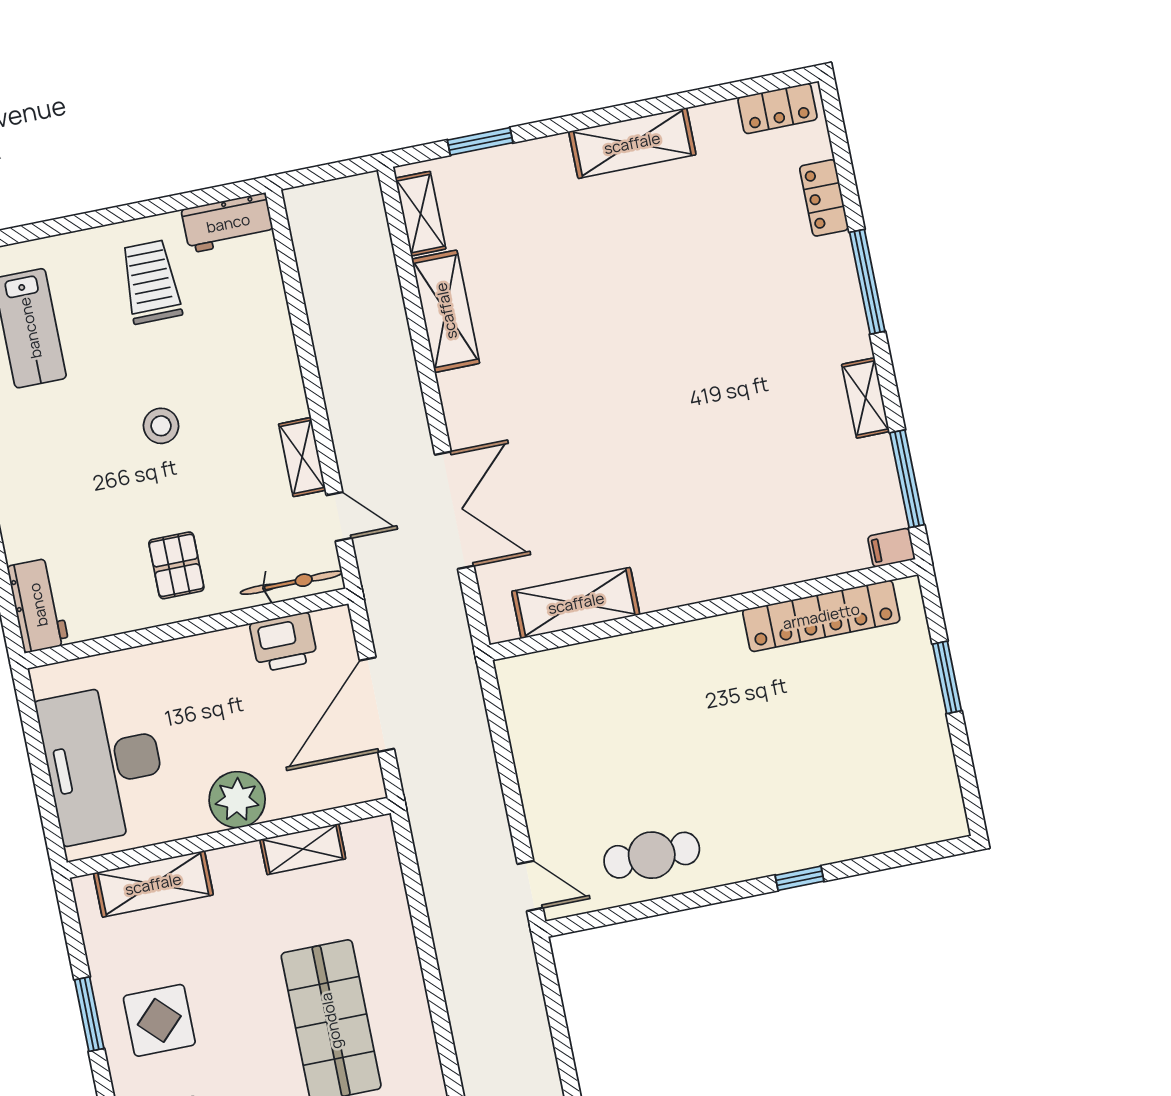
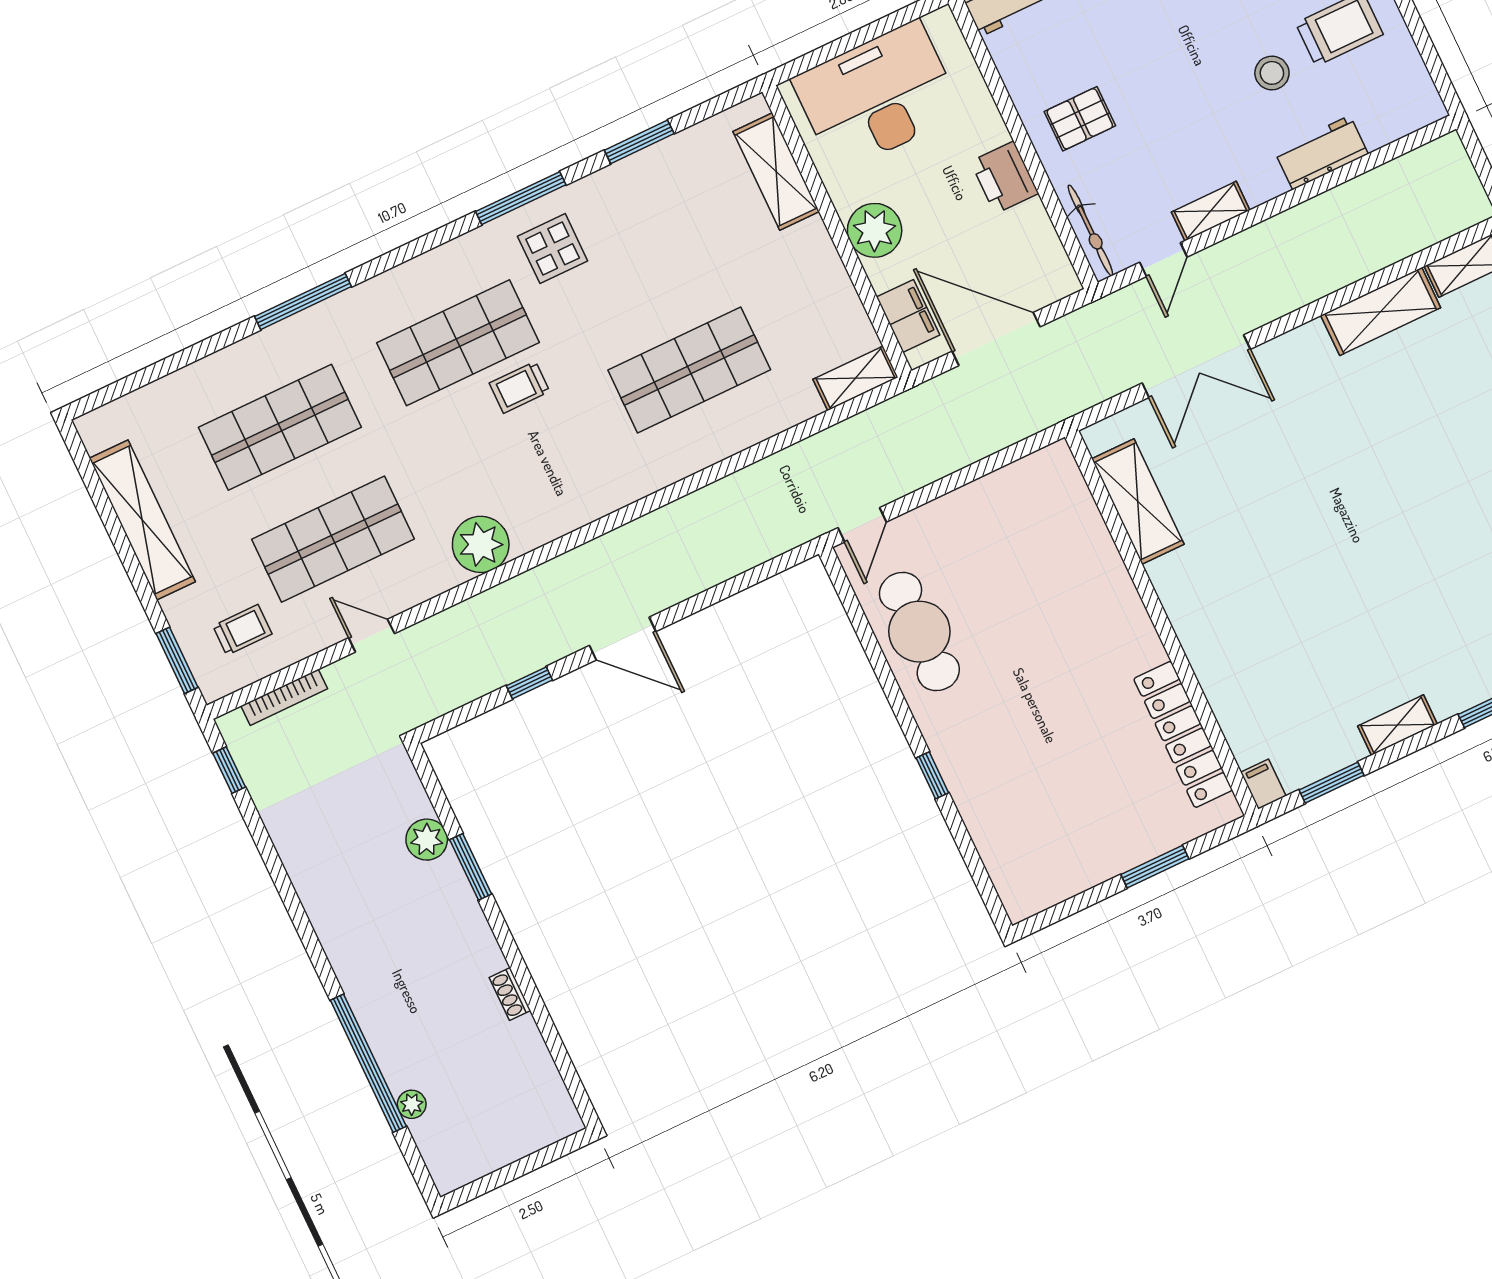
workbench: (228, 223) -> (1321, 153), moved, turned 90
stool: (161, 426) -> (1272, 73), moved
window: (907, 479) -> (1331, 783), width x0.69
printer: (284, 642) -> (1005, 177), moved
filing cabinet: (332, 787) -> (908, 316), added
shelving: (303, 849) -> (856, 378), moved, turned 90
cafe table: (652, 855) -> (919, 632), width x1.37, depth x1.35
display table: (159, 1020) -> (650, 209), removed

